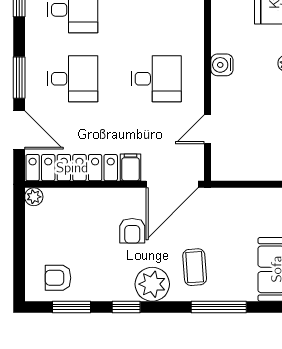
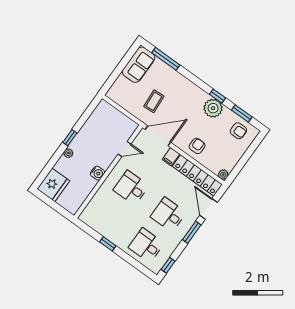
armchair: (132, 231) -> (197, 146), moved
coffee table: (195, 267) -> (154, 101), moved
plant: (152, 284) -> (213, 108), moved
window: (219, 307) -> (166, 59), moved

